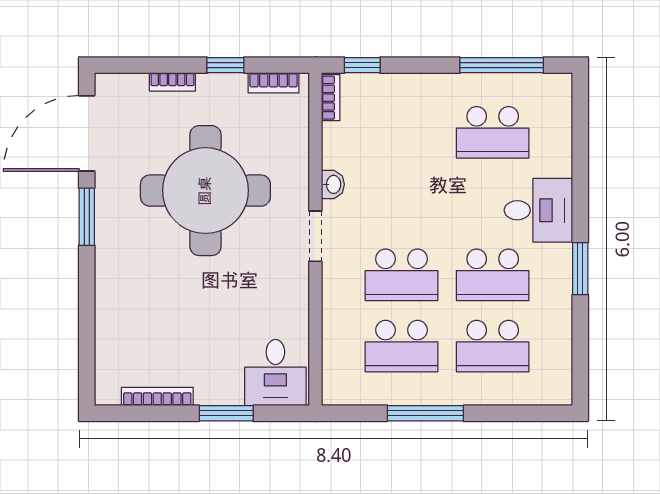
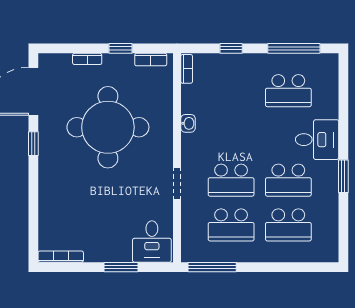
window: (362, 65) -> (231, 48), moved
window: (87, 217) -> (33, 144), width x0.67
doorway: (315, 236) -> (177, 183), moved
bookcase: (157, 396) -> (61, 257), moved
window: (425, 413) -> (212, 267), moved

